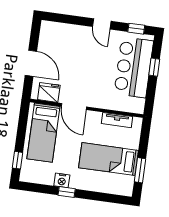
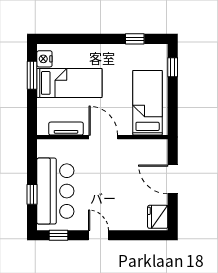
fridge: (49, 92) -> (158, 217), moved, turned 90
door: (74, 107) -> (103, 137), moved
nightstand: (62, 180) -> (44, 59), moved, turned -90
window: (67, 192) -> (135, 39), moved

